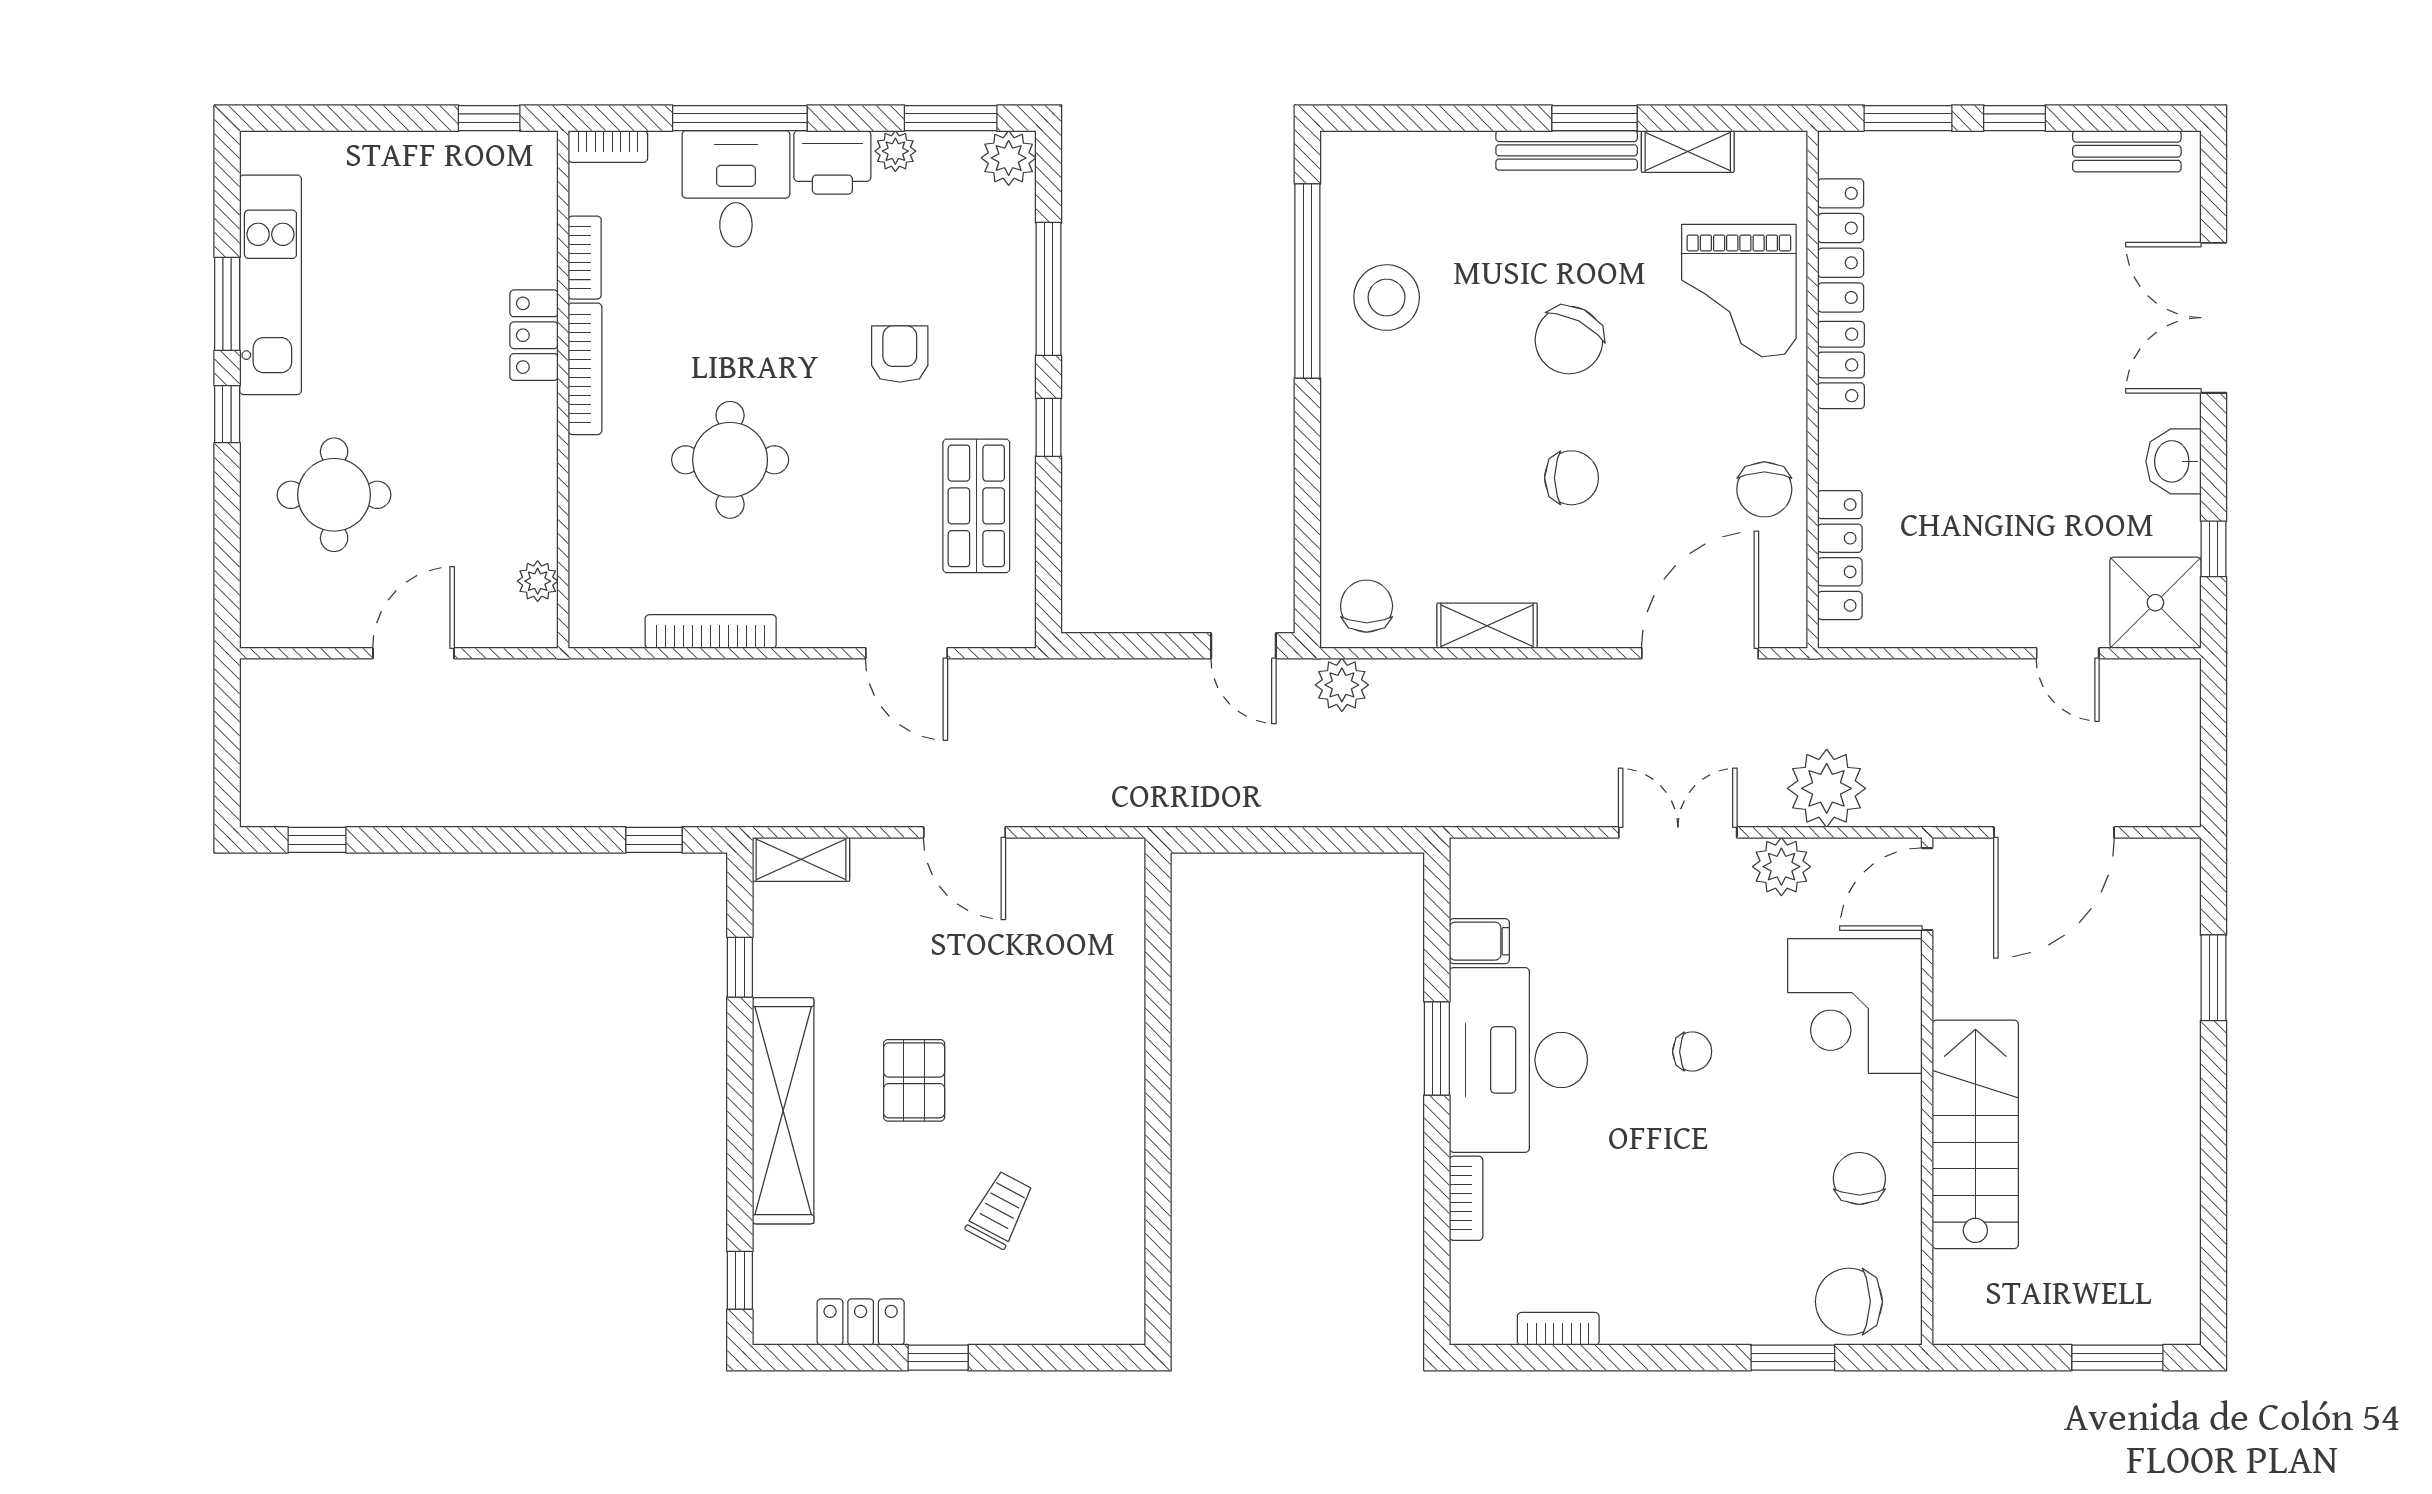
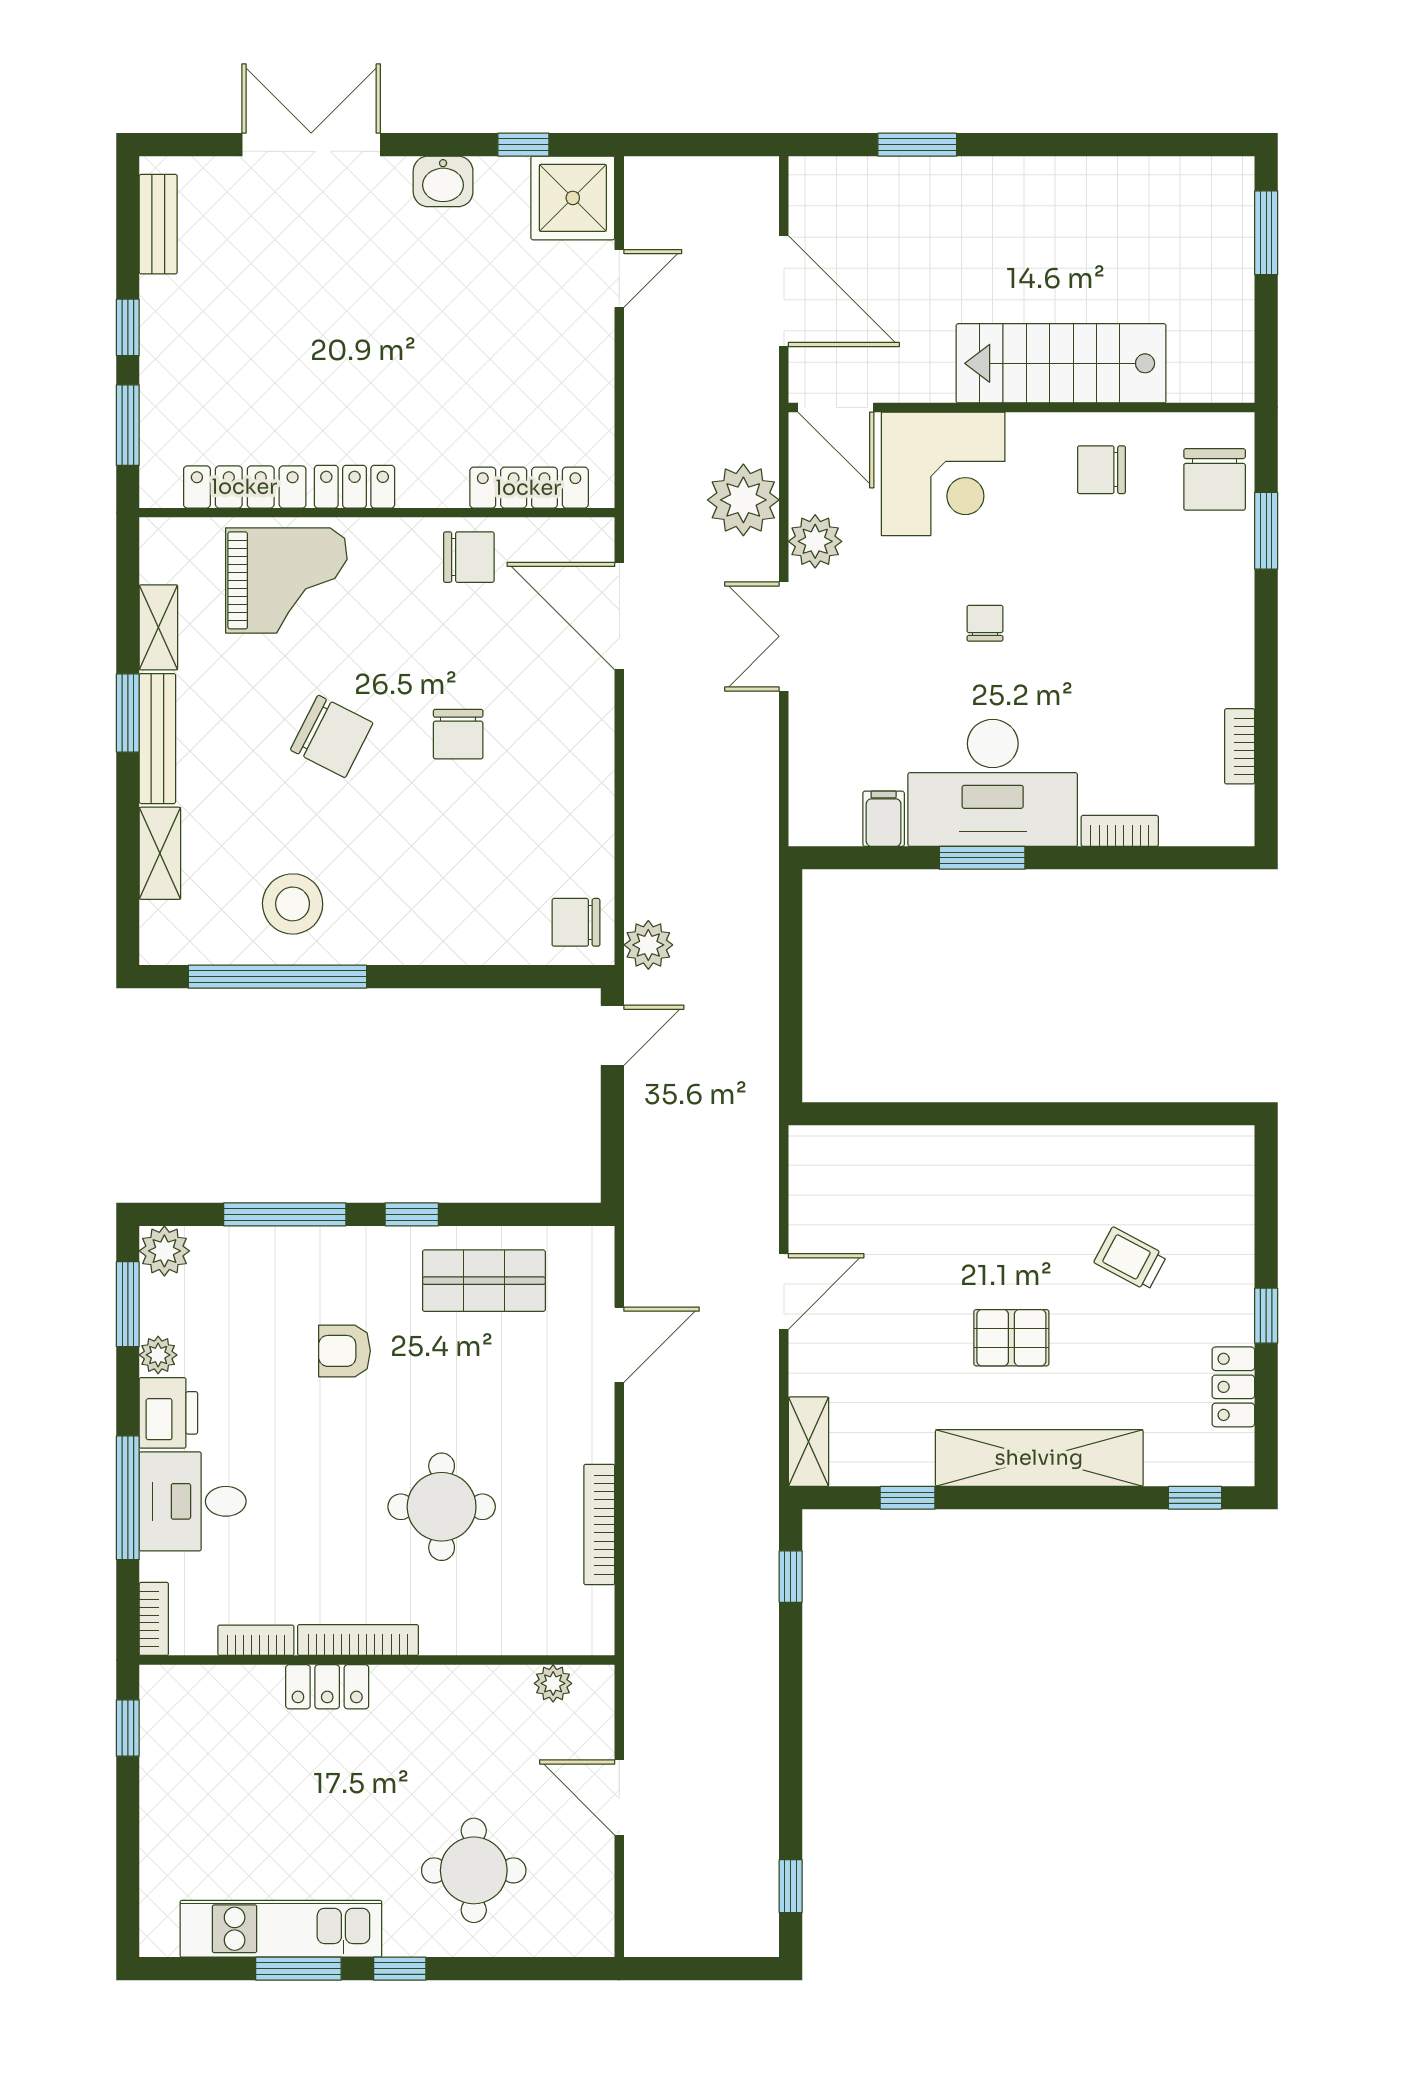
double door: (2213, 318) -> (311, 145), swing flipped
chair: (1572, 478) -> (458, 734), turned 180
shelving: (1487, 626) -> (160, 853), moved

